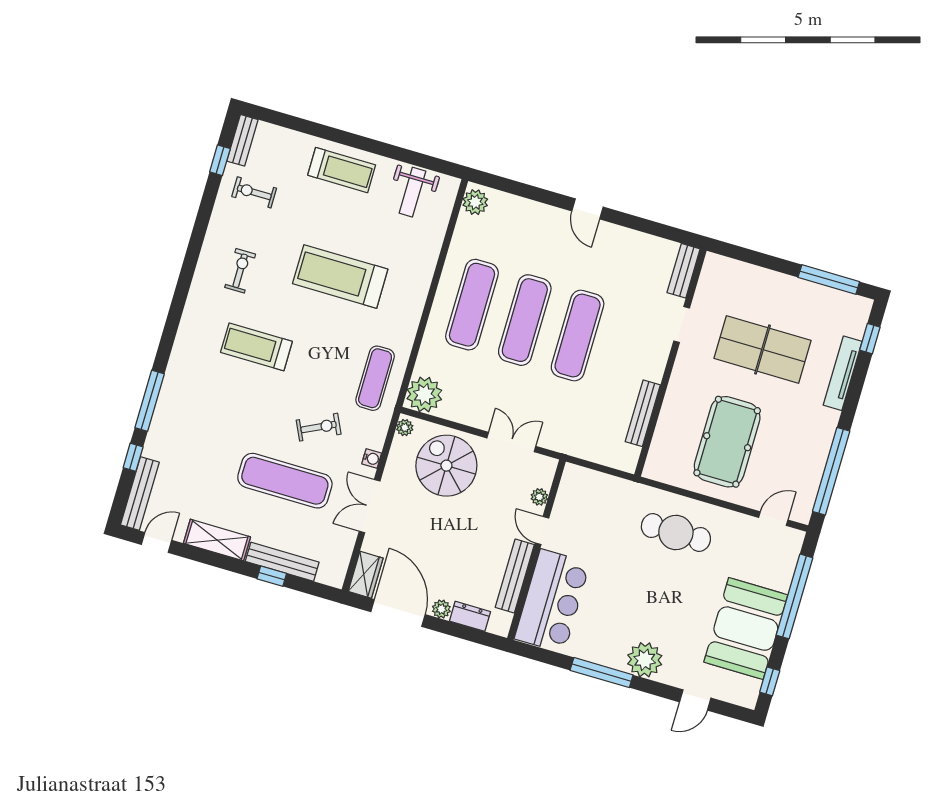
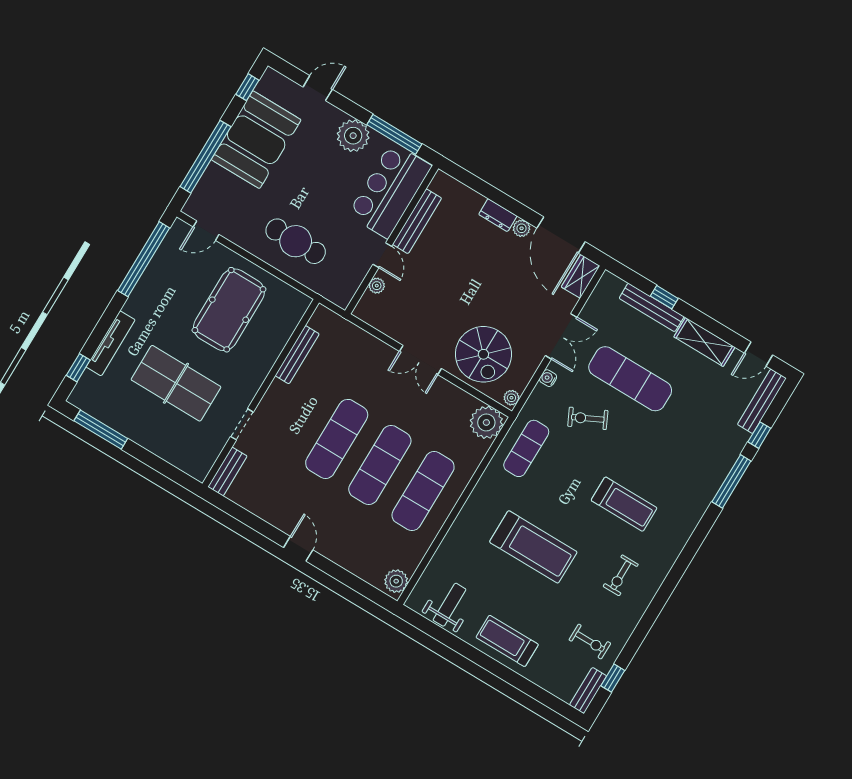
plant: (539, 497) -> (377, 286), moved
door: (542, 530) -> (382, 255), moved
wall: (536, 550) -> (392, 240), moved
bench: (515, 576) -> (417, 221), moved
bar counter: (552, 601) -> (390, 190), moved

